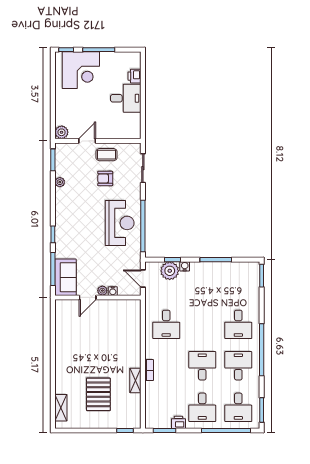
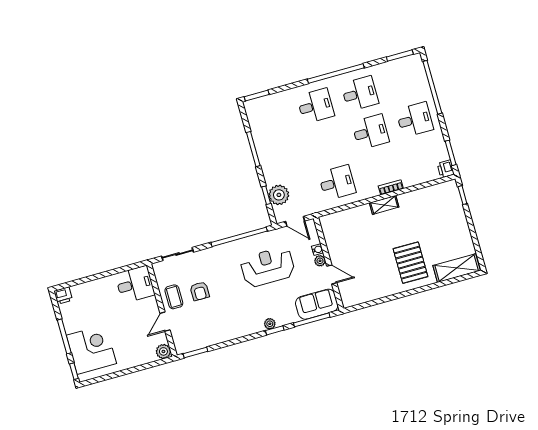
printer: (135, 76) -> (63, 296), moved
desk: (126, 98) -> (135, 284), moved, turned 90
door: (87, 141) -> (165, 322), hinge flipped
plant: (60, 182) -> (270, 324), moved
reception desk: (120, 223) -> (268, 267), moved
water cooler: (185, 266) -> (270, 180), removed
door: (143, 279) -> (295, 221), hinge flipped
desk: (202, 366) -> (370, 132), turned 180
desk: (238, 366) -> (360, 94), turned 180
shelving: (135, 381) -> (384, 205), moved
pallet: (98, 394) -> (410, 263), moved, turned 90
desk: (238, 407) -> (404, 81), removed
shelving: (61, 408) -> (457, 268), width x1.50, depth x1.33
printer: (178, 422) -> (446, 169), moved

